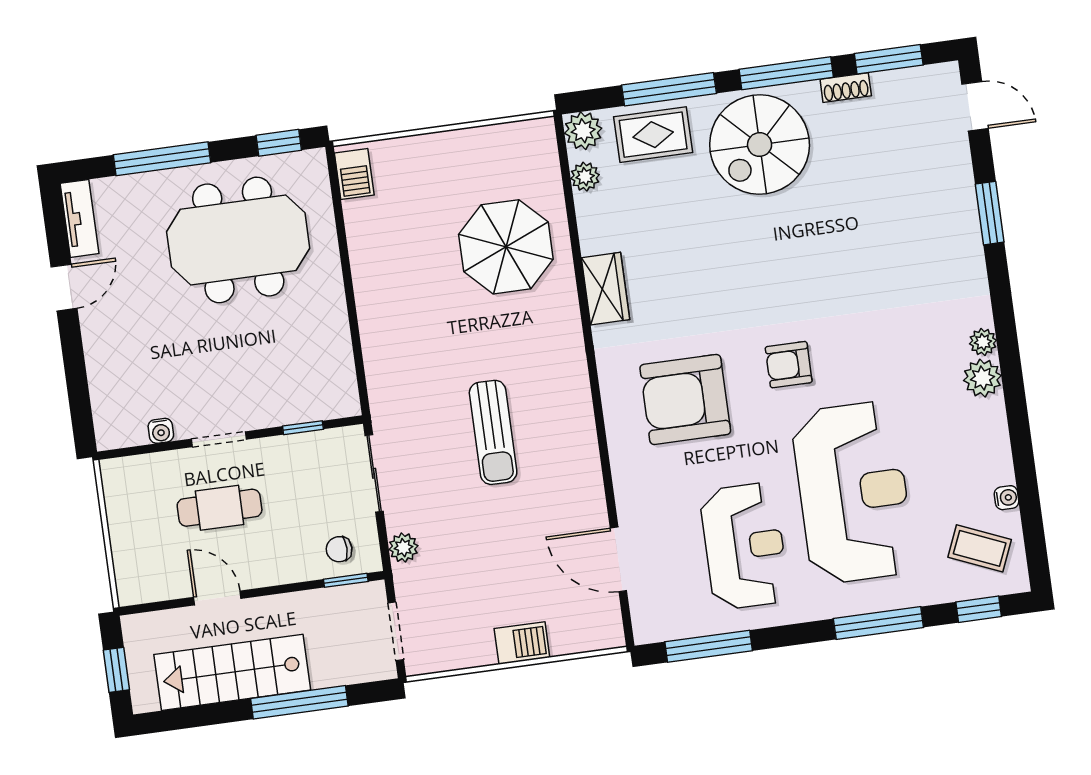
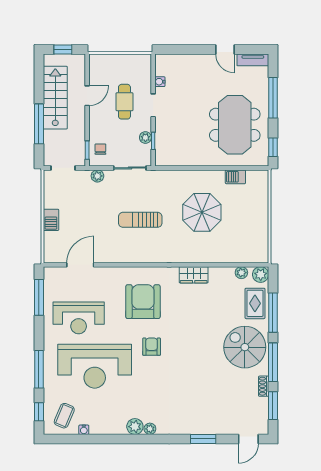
barbecue: (354, 174) -> (235, 177), moved
parasol: (506, 247) -> (202, 212), moved
plant: (297, 447) -> (145, 138), added

